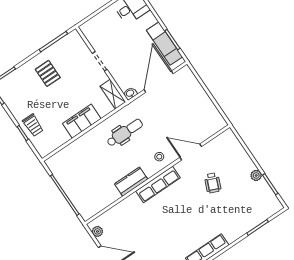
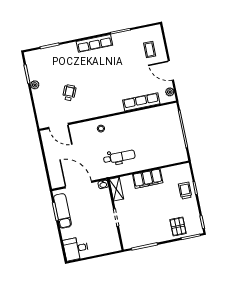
pallet: (48, 73) -> (178, 226), moved
door: (159, 82) -> (78, 185), swing flipped
dental chair: (125, 133) -> (119, 157), turned 180
door: (191, 152) -> (59, 126), moved
kitchen counter: (131, 182) -> (129, 119), removed
row of seats: (158, 184) -> (141, 102), moved

